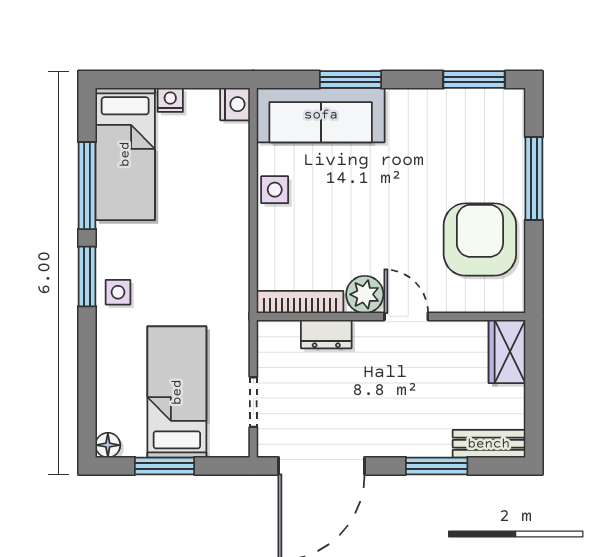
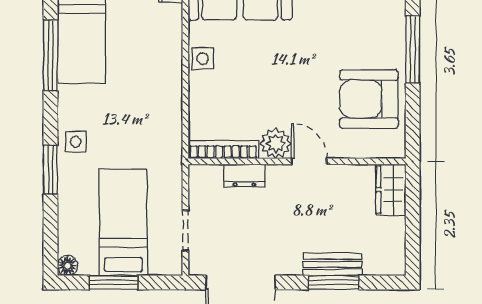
armchair: (480, 240) -> (369, 99), turned -90
window: (87, 277) -> (51, 170), moved
bench: (489, 444) -> (332, 264), moved

